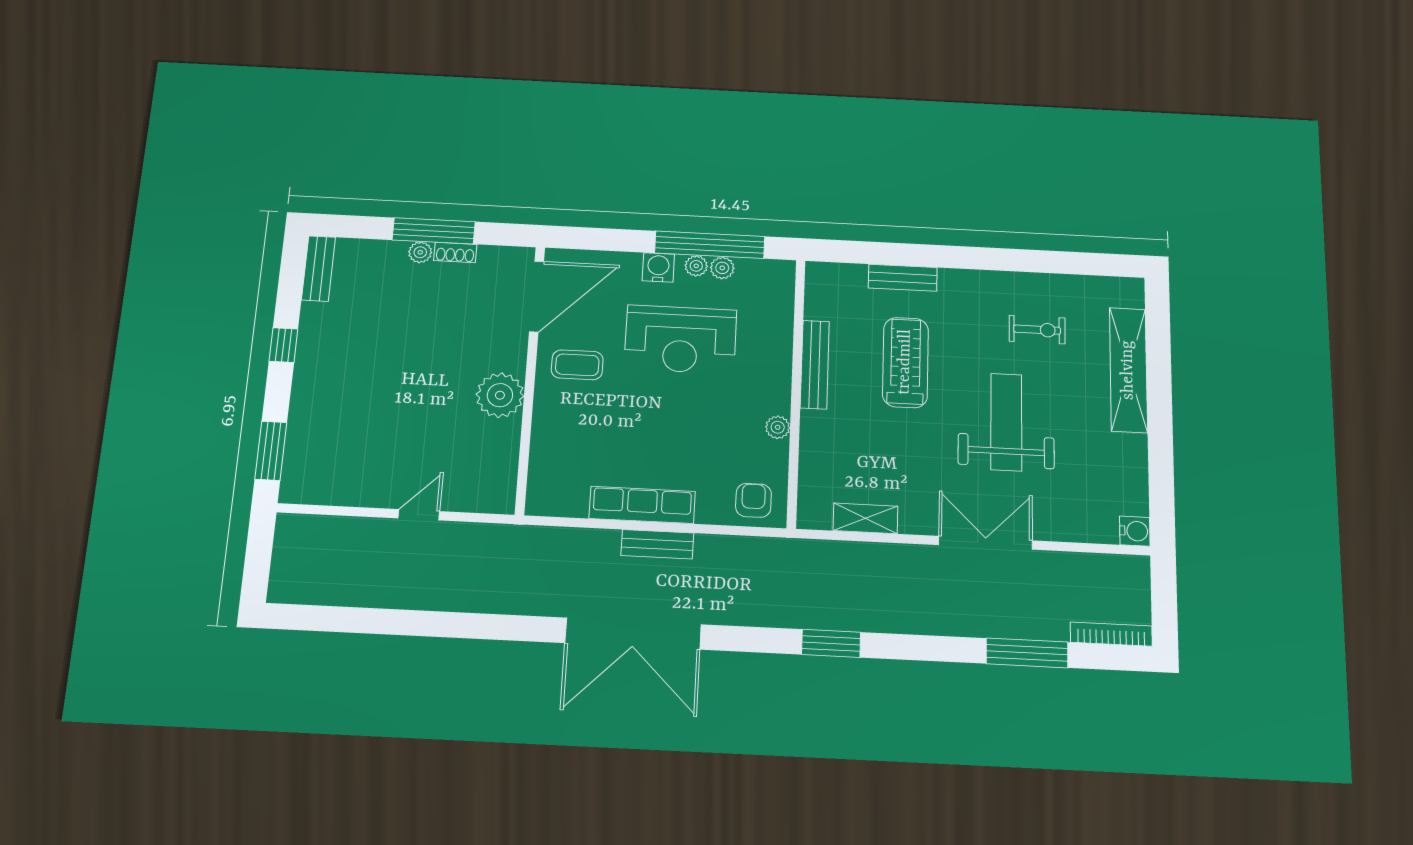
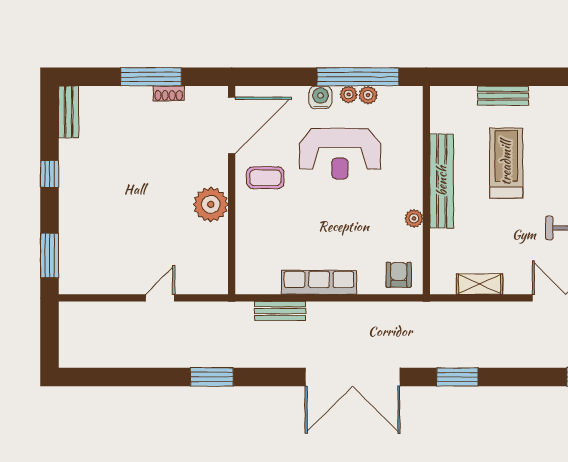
plant: (420, 252) -> (143, 95), removed
bench: (815, 365) -> (442, 181), width x1.37, depth x1.21
bench: (657, 544) -> (280, 311), moved
window: (482, 626) -> (212, 377), added
double door: (633, 634) -> (353, 377), moved

